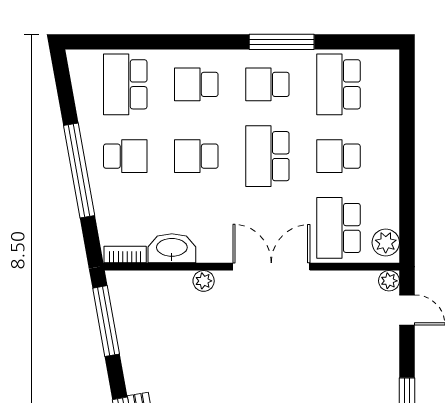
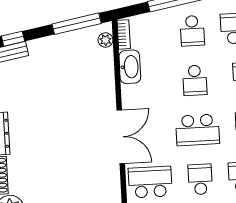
school desk: (196, 156) -> (195, 80), turned 180
school desk: (267, 156) -> (198, 130), turned 180
plant: (204, 281) -> (106, 40), moved

